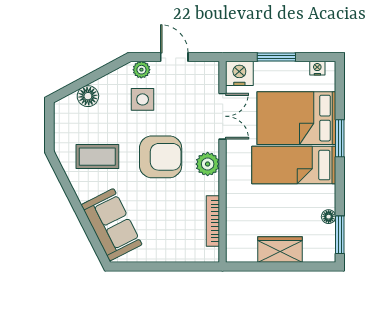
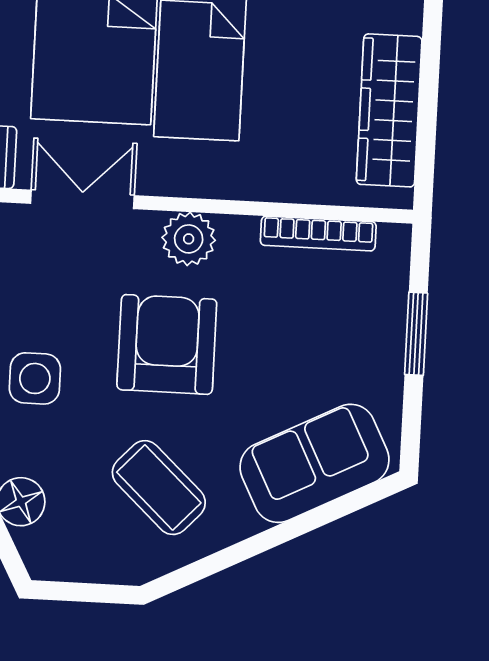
coffee table: (97, 157) -> (159, 488), turned -47
wardrobe: (280, 249) -> (389, 110), width x1.50
window: (171, 266) -> (416, 334), added

